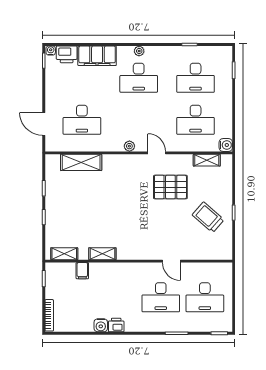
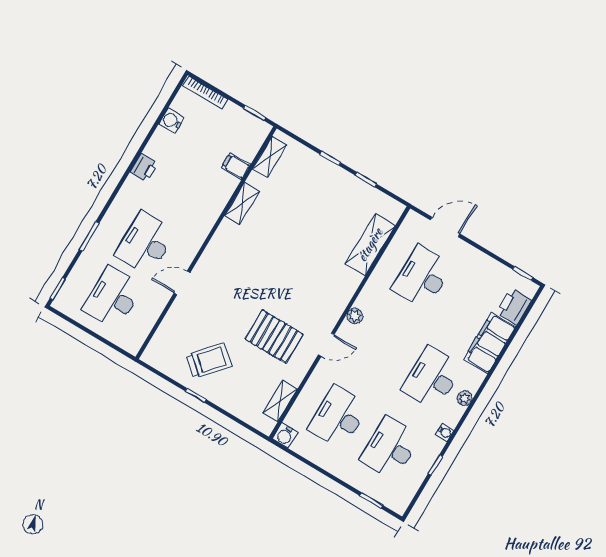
water cooler: (51, 51) -> (445, 432), moved
pallet: (170, 187) -> (274, 336), turned 90
water cooler: (101, 325) -> (172, 121), moved

